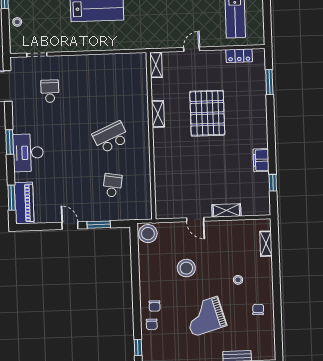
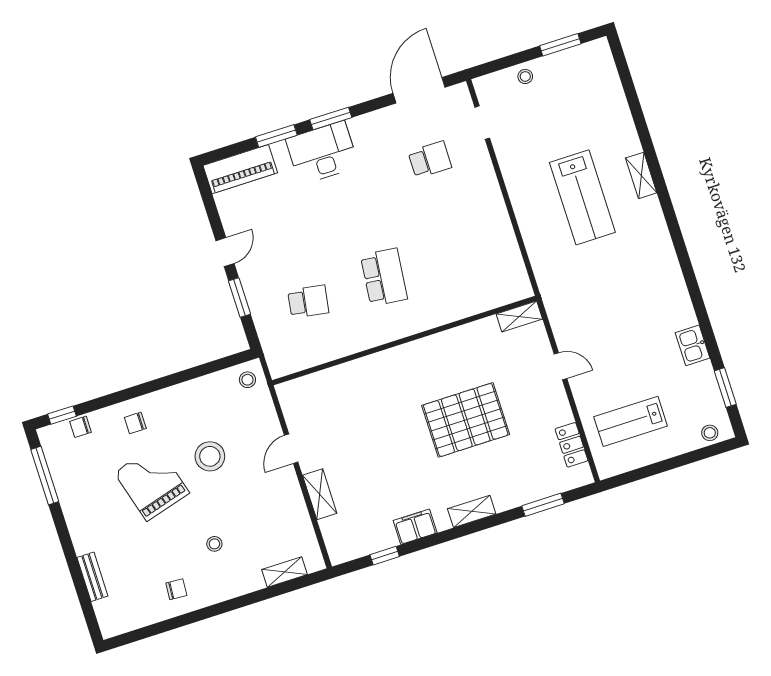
shelving: (158, 114) -> (472, 511), moved
school desk: (111, 137) -> (384, 277), turned 30
window: (12, 198) -> (276, 136), moved
stool: (148, 234) -> (247, 380), width x0.53, depth x0.53
grand piano: (205, 316) -> (152, 483), moved
chair: (152, 324) -> (80, 427), moved

